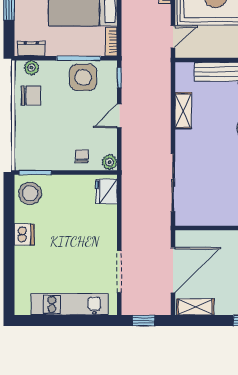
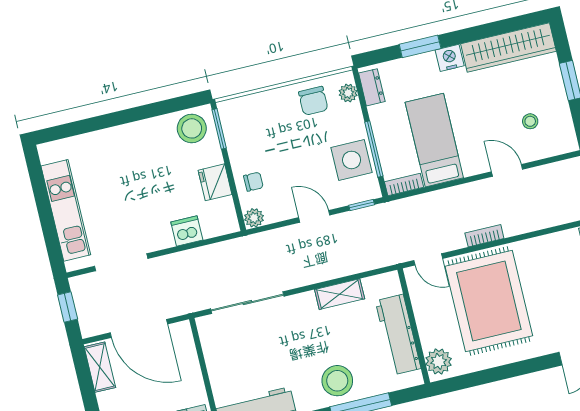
fridge: (106, 191) -> (215, 182), moved, turned -90
dishwasher: (24, 235) -> (187, 231), moved, turned 180

